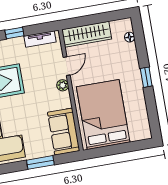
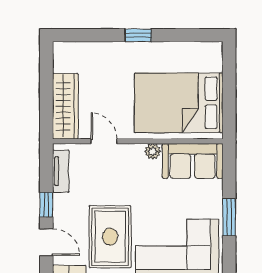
floor lamp: (130, 37) -> (79, 48), removed
plant: (63, 85) -> (153, 151), moved
window: (40, 162) -> (229, 217), moved

